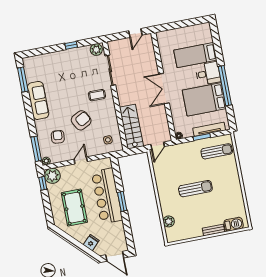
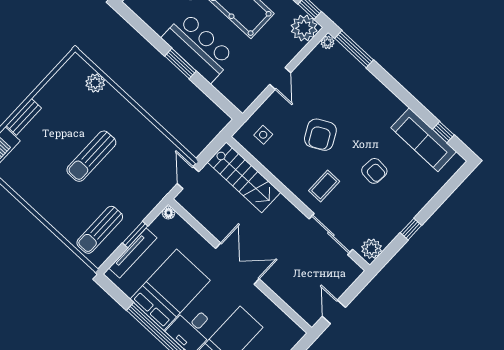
window: (23, 80) -> (443, 132), width x0.46
sofa: (38, 100) -> (424, 140), moved
armchair: (58, 137) -> (374, 171), moved
bar counter: (107, 196) -> (198, 47), width x0.73

